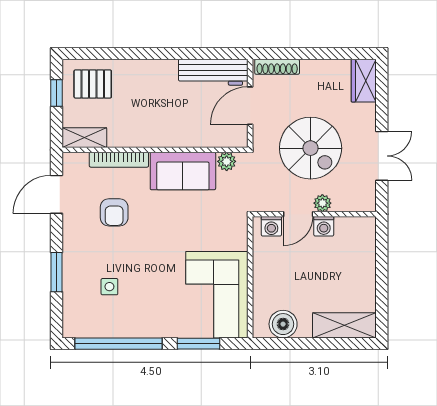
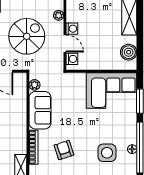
plant: (322, 203) -> (59, 15), moved
armchair: (114, 212) -> (64, 150), turned -108
side table: (109, 287) -> (107, 153), width x1.87, depth x1.87
floor lamp: (116, 330) -> (132, 149), added

